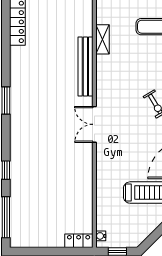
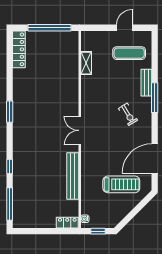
bench: (85, 66) -> (73, 176), moved

